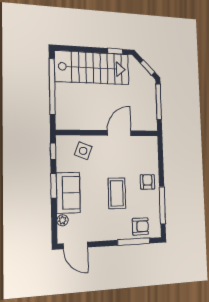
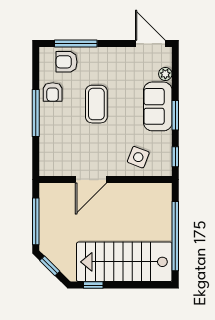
armchair: (147, 182) -> (53, 92), moved
window: (162, 205) -> (36, 113), moved

